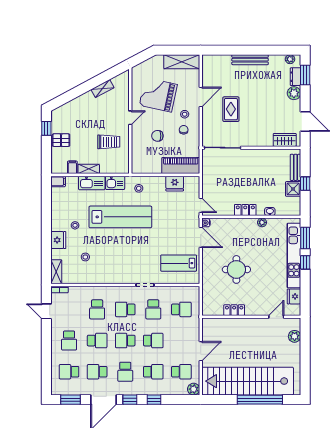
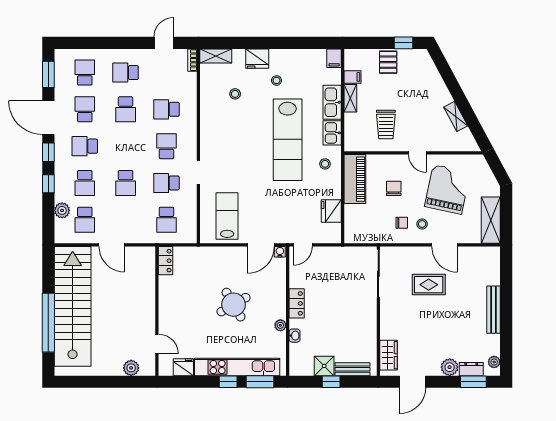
piano: (181, 166) -> (355, 179), moved
round table: (236, 269) -> (234, 305), moved, turned -30
locker: (234, 310) -> (165, 261), moved
school desk: (125, 341) -> (126, 146), removed
plant: (194, 389) -> (62, 210), moved

